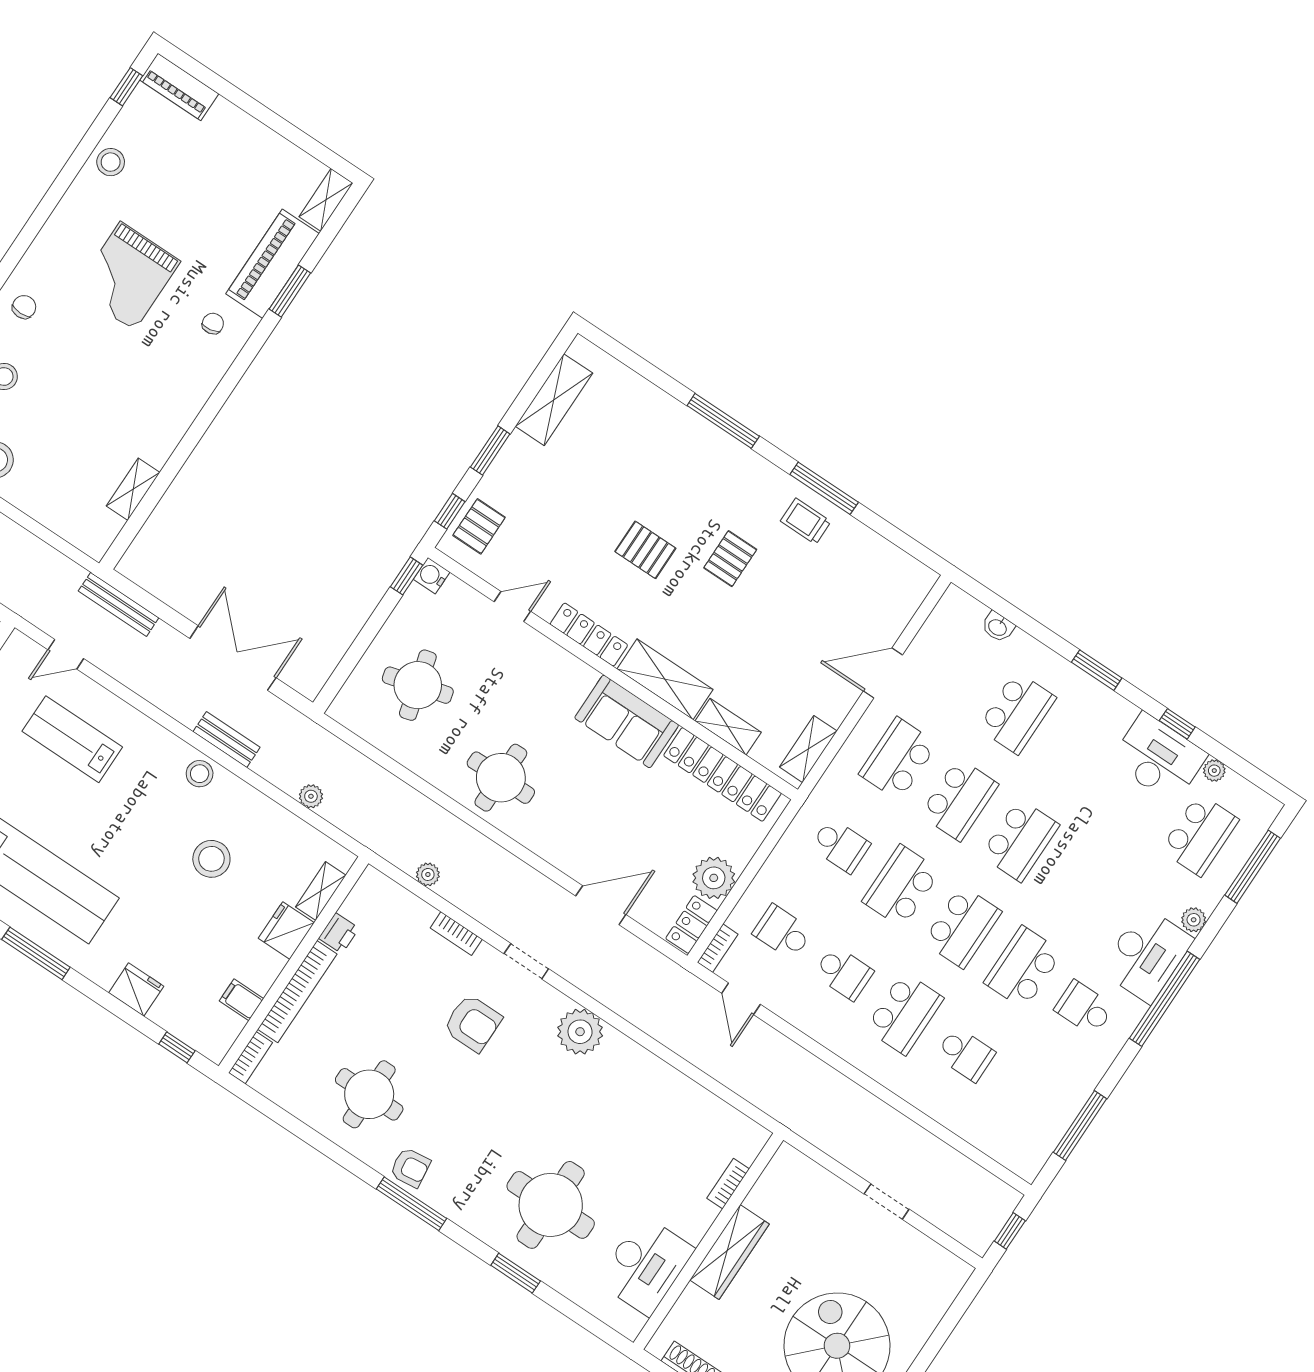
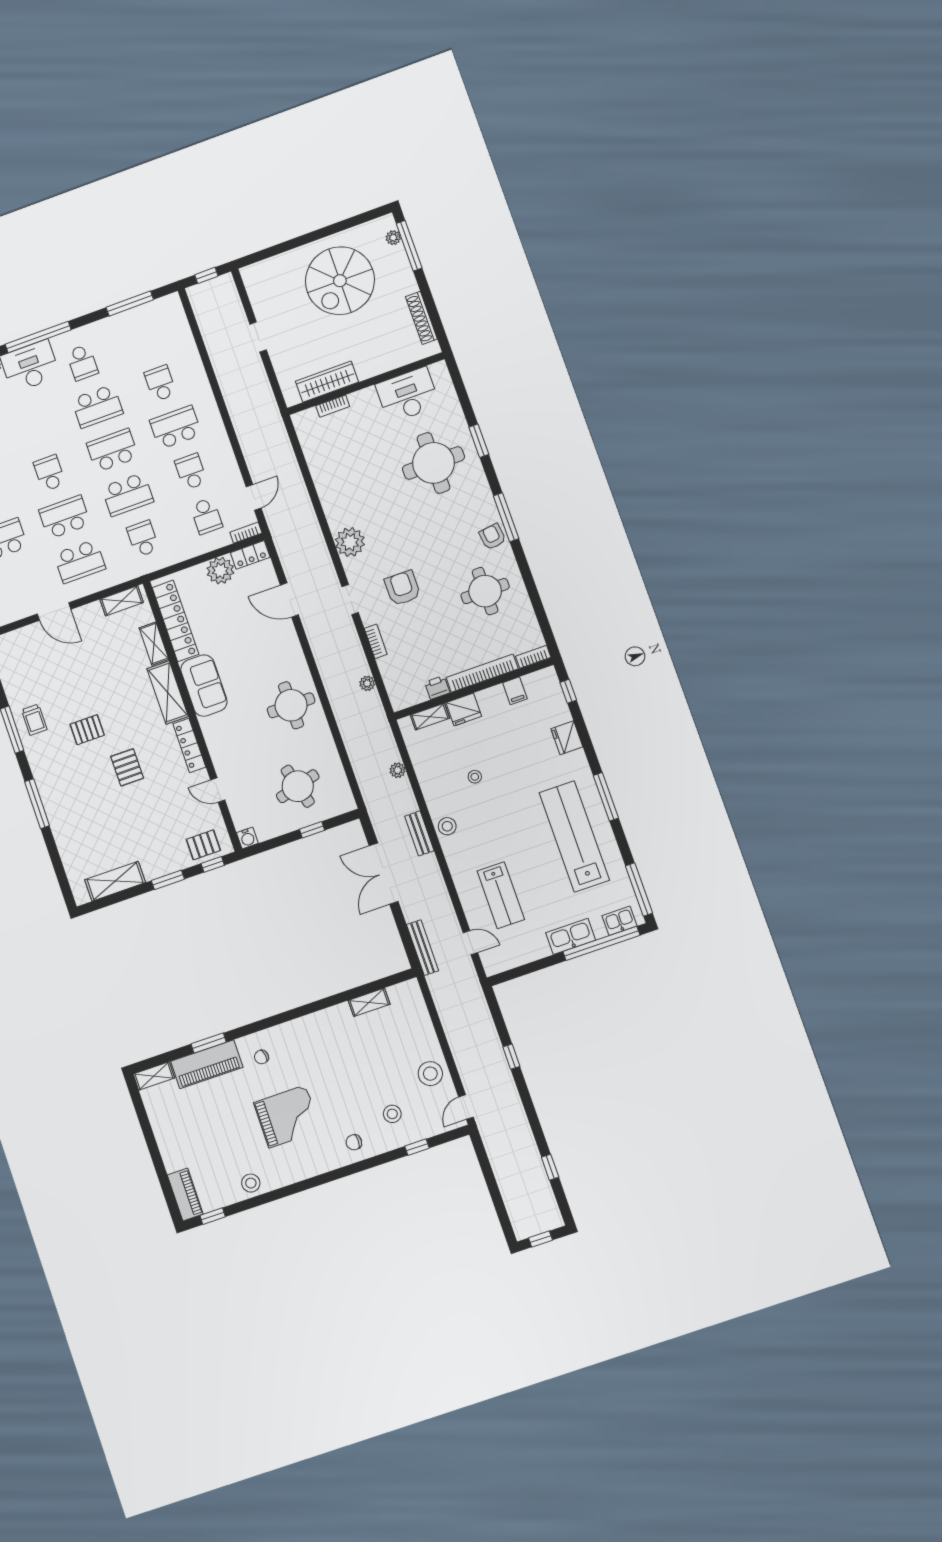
window: (407, 576) -> (312, 830), moved
school desk: (1020, 840) -> (50, 473), width x0.54
stool: (211, 859) -> (475, 777), width x0.53, depth x0.53
wardrobe: (729, 1252) -> (327, 382), moved

